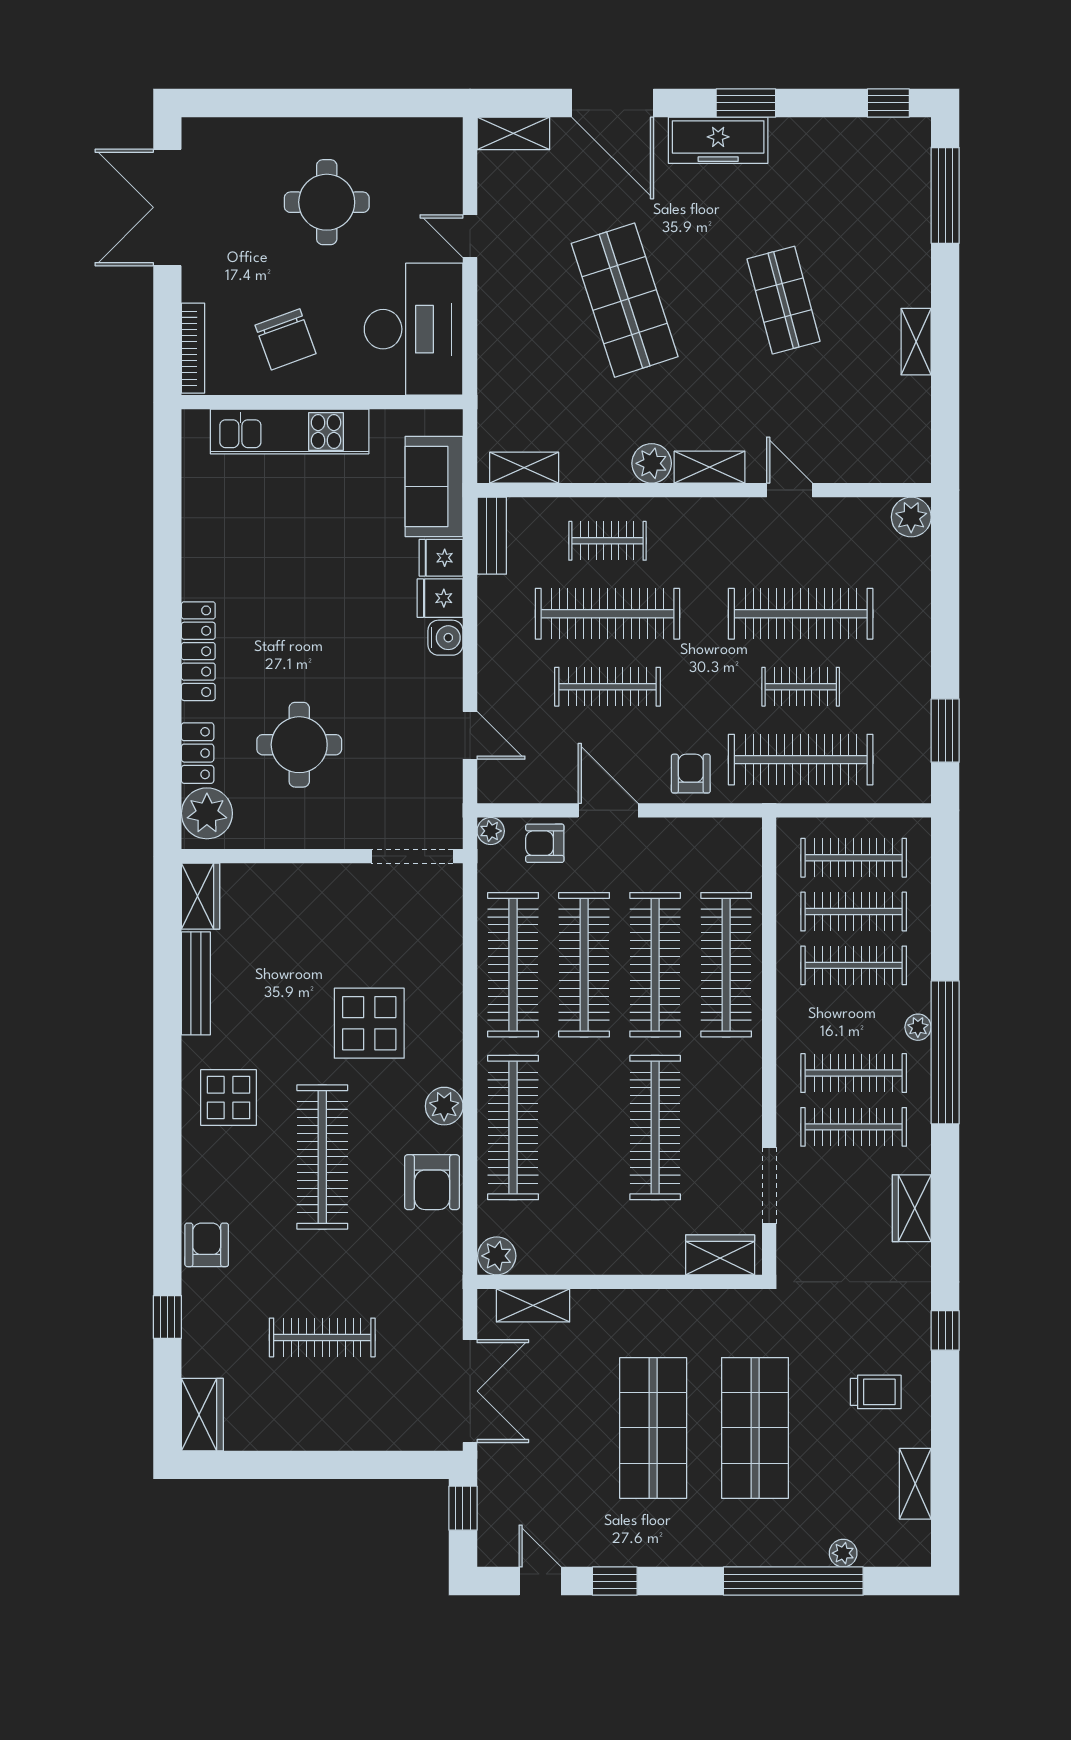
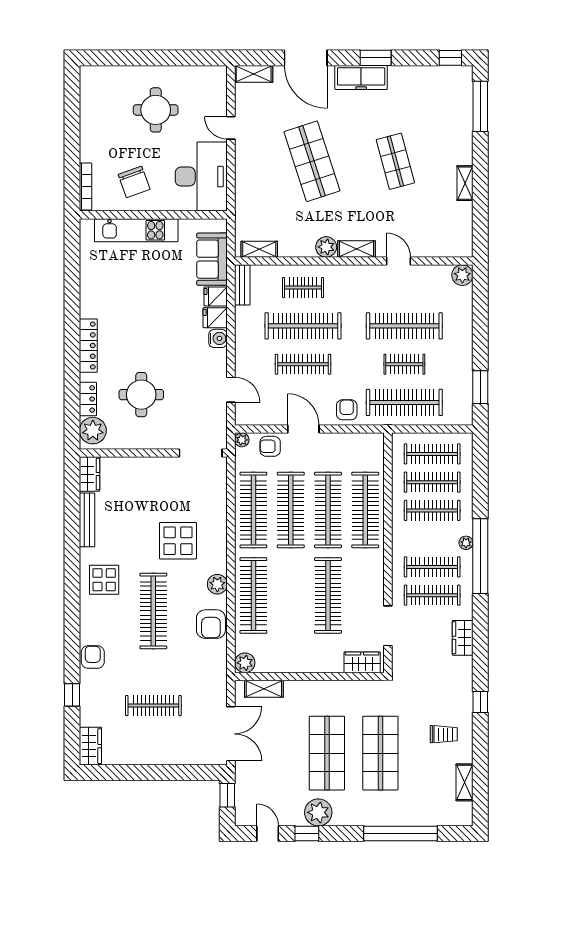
double door: (167, 207) -> (72, 113), removed
plant: (843, 1553) -> (318, 812), moved, width x1.88, depth x1.88

